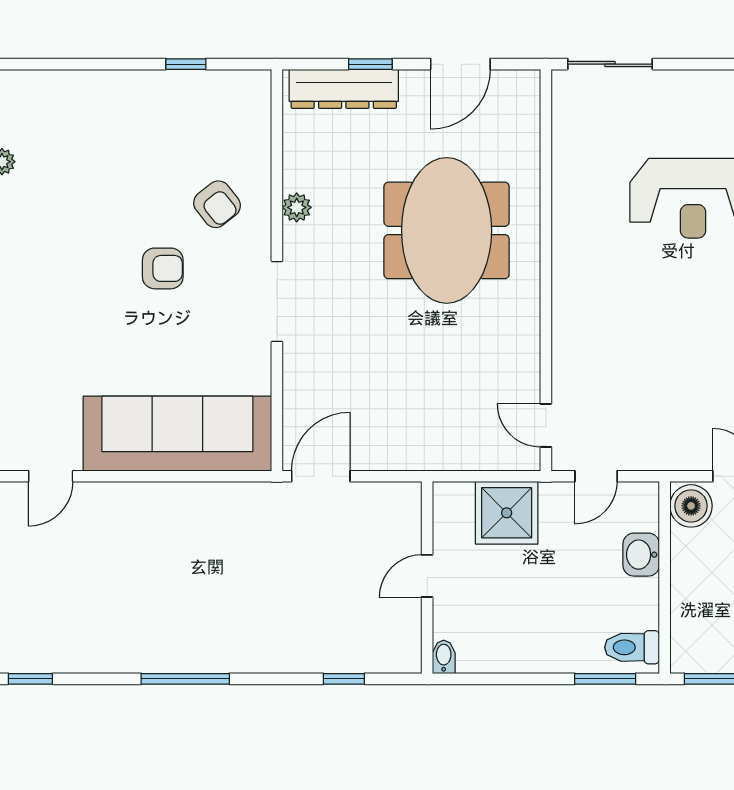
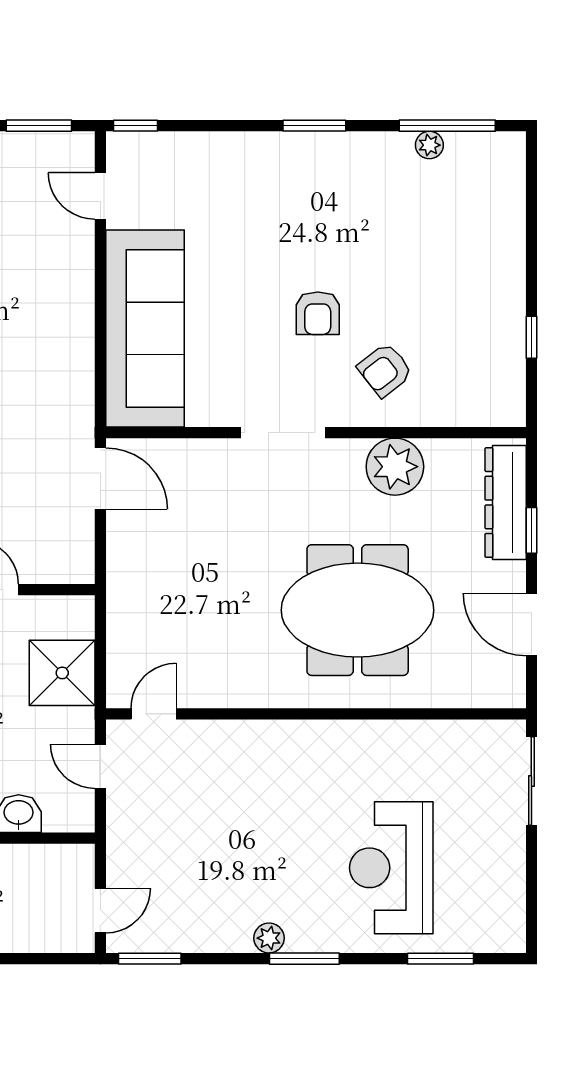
plant: (297, 207) -> (395, 467), width x1.87, depth x1.87
boiler: (691, 506) -> (69, 866), removed

